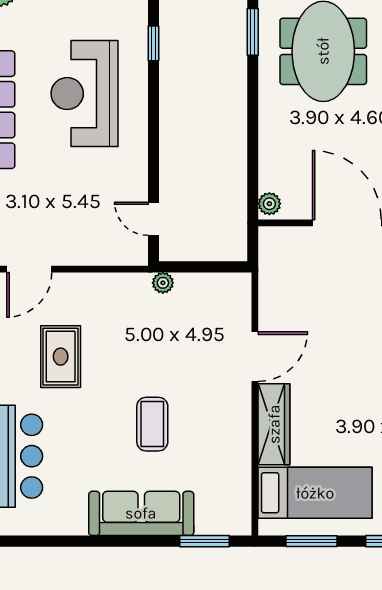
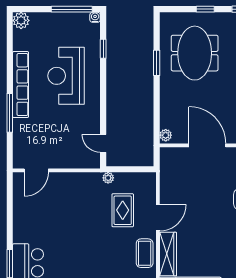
window: (253, 32) -> (157, 63), moved
rug: (61, 357) -> (123, 210), moved
coffee table: (152, 424) -> (145, 253), moved

